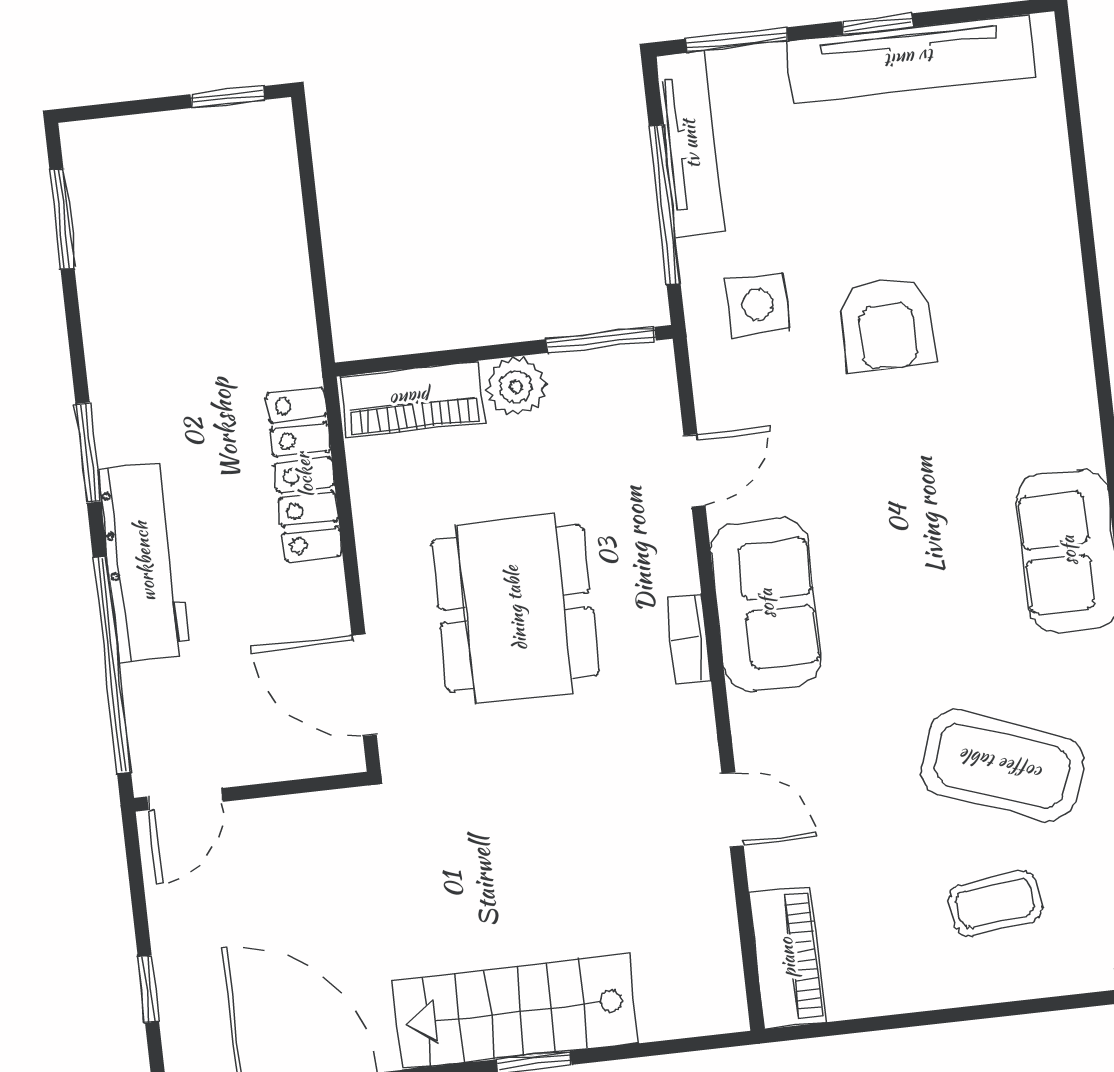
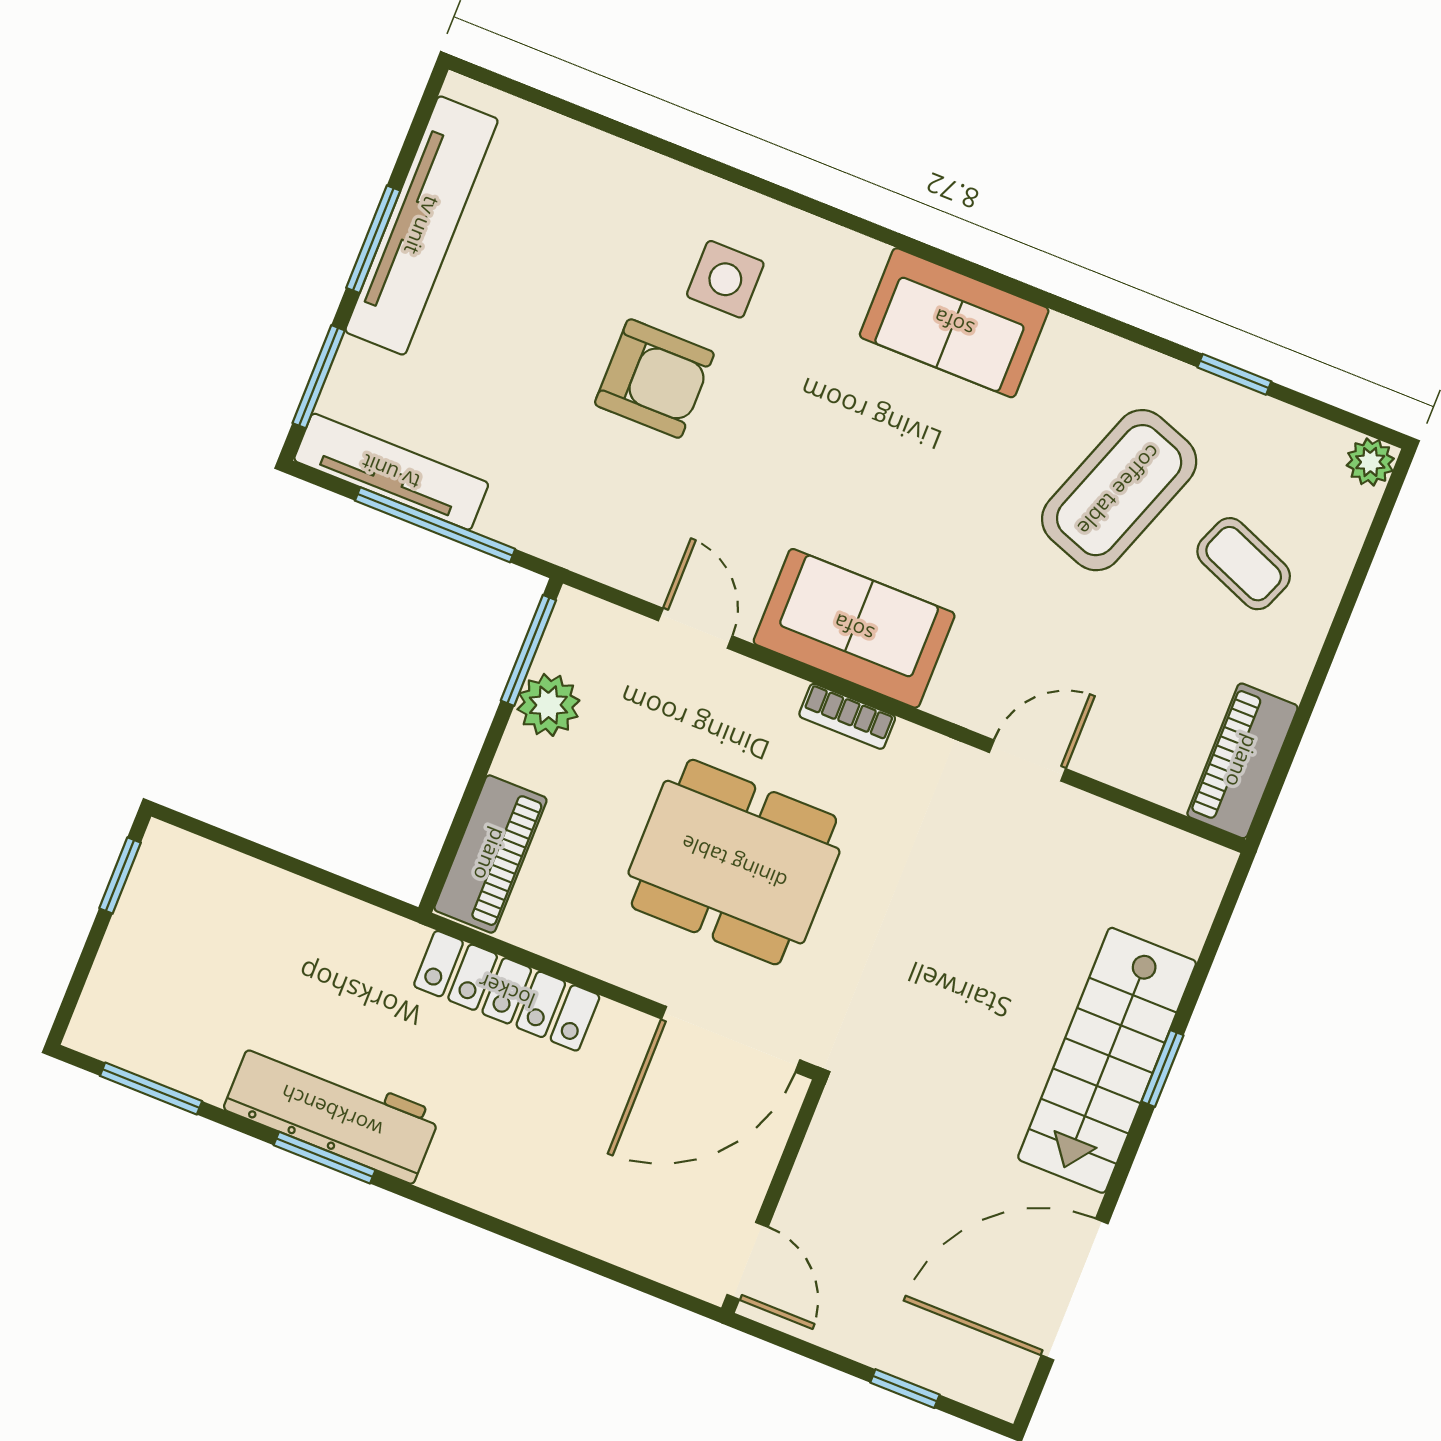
window: (877, 24) -> (373, 239), width x1.50
side table: (757, 304) -> (725, 279), moved
plant: (516, 387) -> (548, 705), moved
window: (88, 453) -> (324, 1158), moved
workbench: (144, 562) -> (332, 1111), moved
window: (112, 665) -> (588, 1262), removed
door: (364, 685) -> (731, 1039), width x1.36
coffee table: (996, 903) -> (1244, 564), turned -62
piano: (787, 958) -> (1242, 761), moved, turned -90

